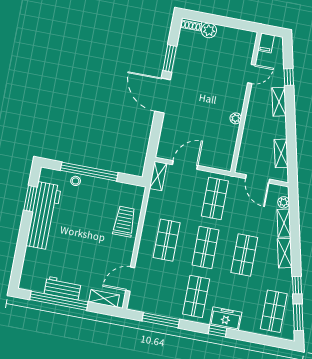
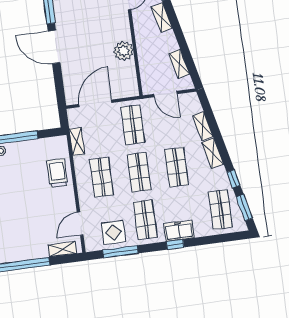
plant: (236, 118) -> (123, 51), width x1.88, depth x1.88
door: (185, 165) -> (95, 103), width x1.36
shelving: (158, 176) -> (77, 141), moved
plant: (284, 202) -> (196, 107), removed
workbench: (63, 288) -> (21, 252), removed
display table: (160, 299) -> (113, 233), added

